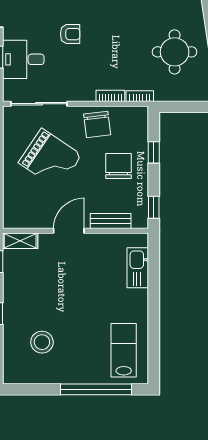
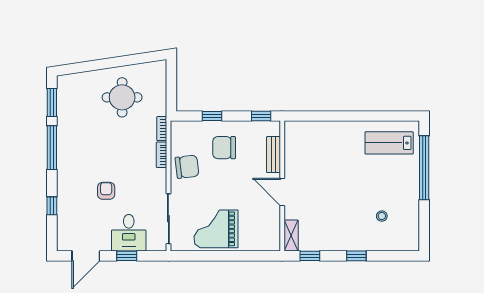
grand piano: (50, 159) -> (216, 229), moved, turned -124
kitchen sink: (138, 268) -> (315, 130), removed
stool: (42, 342) -> (382, 216), width x0.53, depth x0.53

